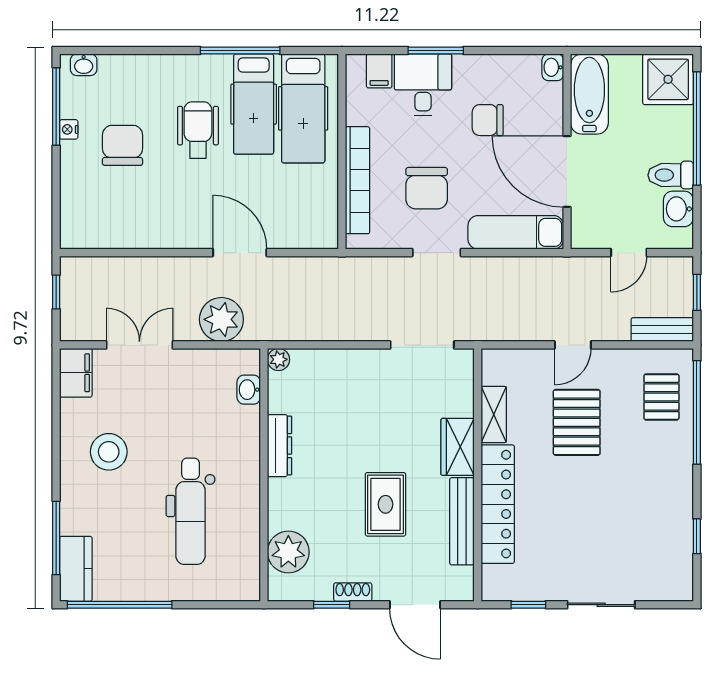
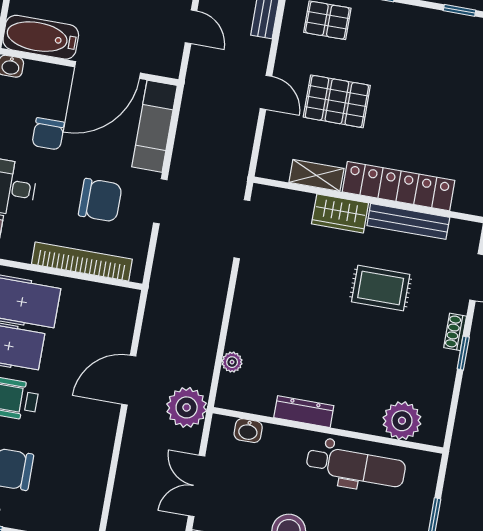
washbasin: (249, 390) -> (248, 431), moved
dresser: (280, 446) -> (304, 412), moved
wall: (264, 475) -> (328, 430), moved
plant: (288, 552) -> (402, 421), moved

